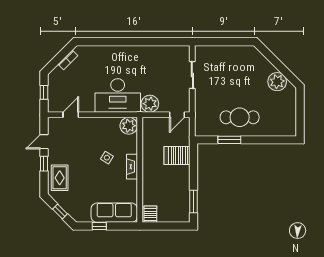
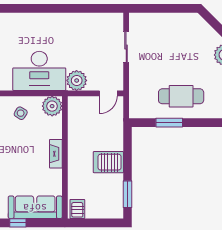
server rack: (177, 156) -> (108, 162), moved
side table: (107, 158) -> (21, 113), moved

